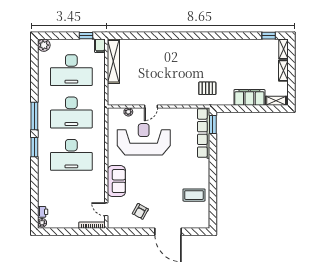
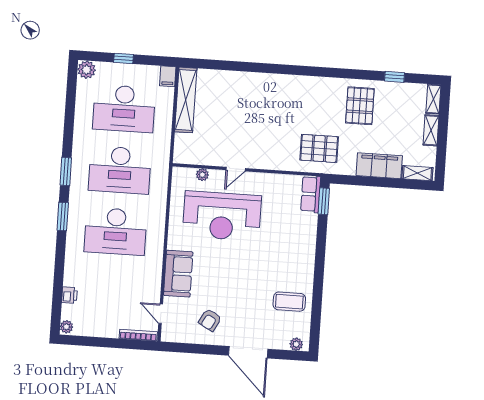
window: (86, 36) -> (124, 58), moved
window: (269, 36) -> (394, 77), moved
pallet: (233, 57) -> (360, 106), added
pallet: (207, 88) -> (319, 148), width x1.50, depth x1.42
window: (34, 116) -> (66, 171), width x0.69
row of seats: (204, 133) -> (311, 194), width x0.50
reception desk: (144, 139) -> (222, 216), turned 180
printer: (43, 212) -> (69, 295), moved
plant: (201, 224) -> (296, 344), added

